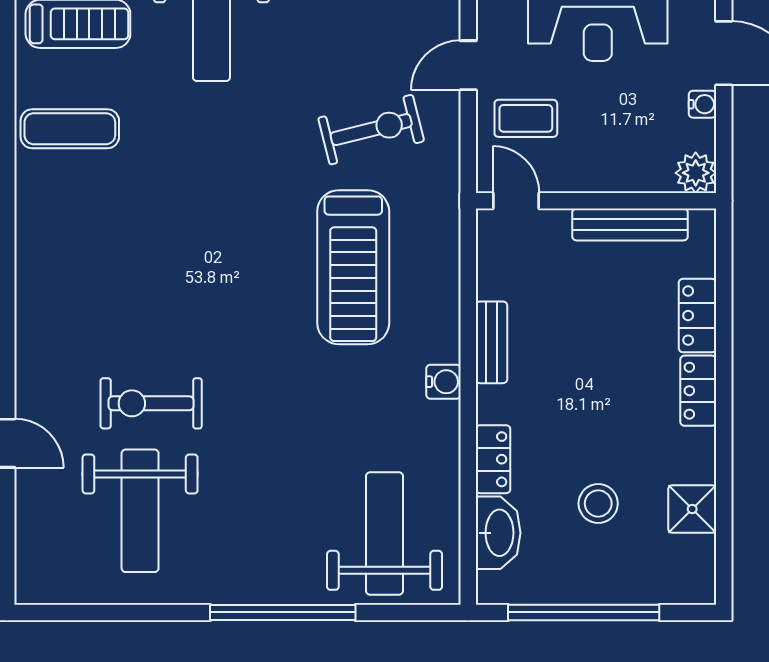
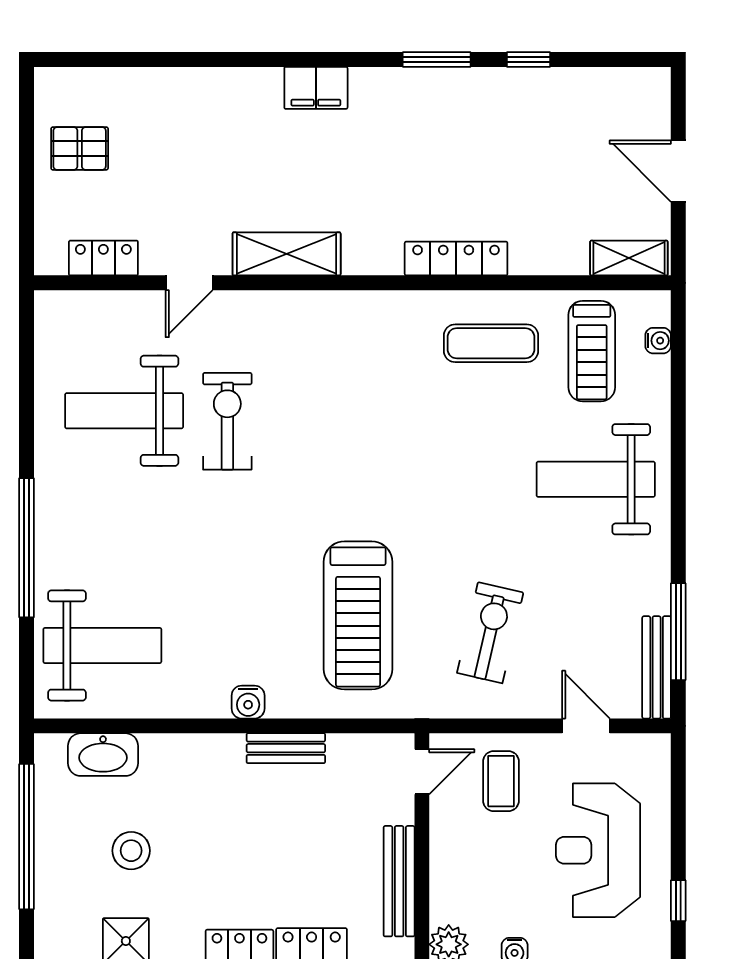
door: (468, 65) -> (586, 726), moved
exercise mat: (70, 129) -> (491, 343), turned 90
exercise bike: (371, 130) -> (490, 633), turned -153
treadmill: (353, 267) -> (358, 615), turned -90
locker: (493, 459) -> (174, 750), removed

